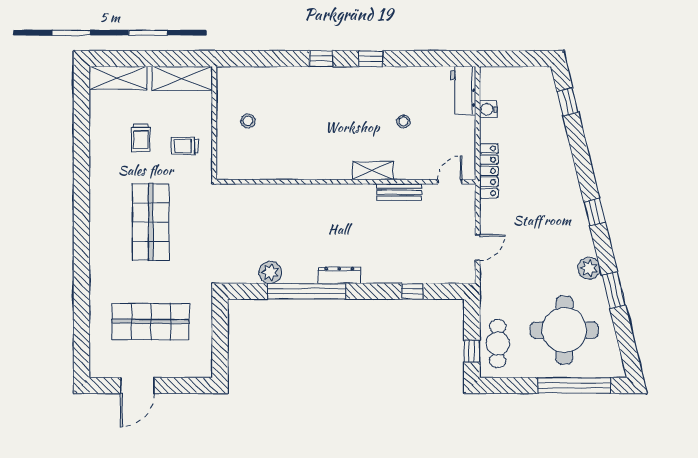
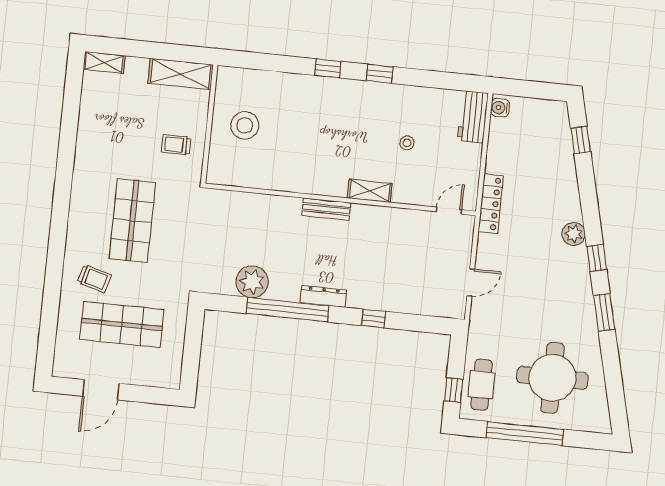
shelving: (118, 78) -> (104, 62), width x0.67, depth x0.75
water cooler: (488, 109) -> (500, 108), moved
stool: (248, 121) -> (245, 125), width x1.89, depth x1.89
trolley: (141, 138) -> (94, 279), moved, turned -75
bench: (399, 192) -> (326, 209), moved
plant: (589, 268) -> (574, 234), moved
plant: (270, 272) -> (252, 282), width x1.36, depth x1.36
window: (614, 290) -> (604, 312), moved
window: (412, 291) -> (373, 318), moved
window: (574, 386) -> (525, 434), moved

